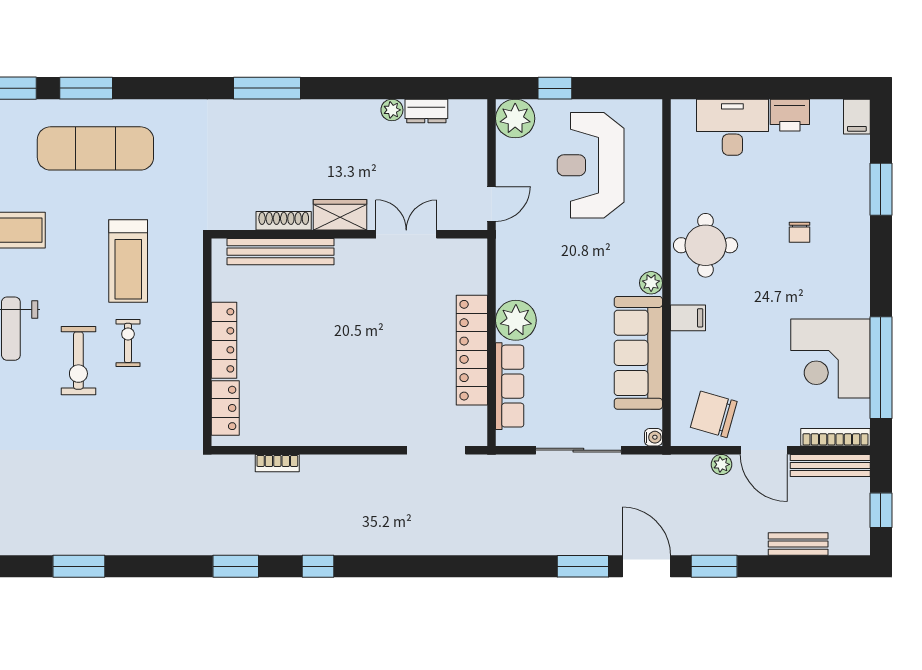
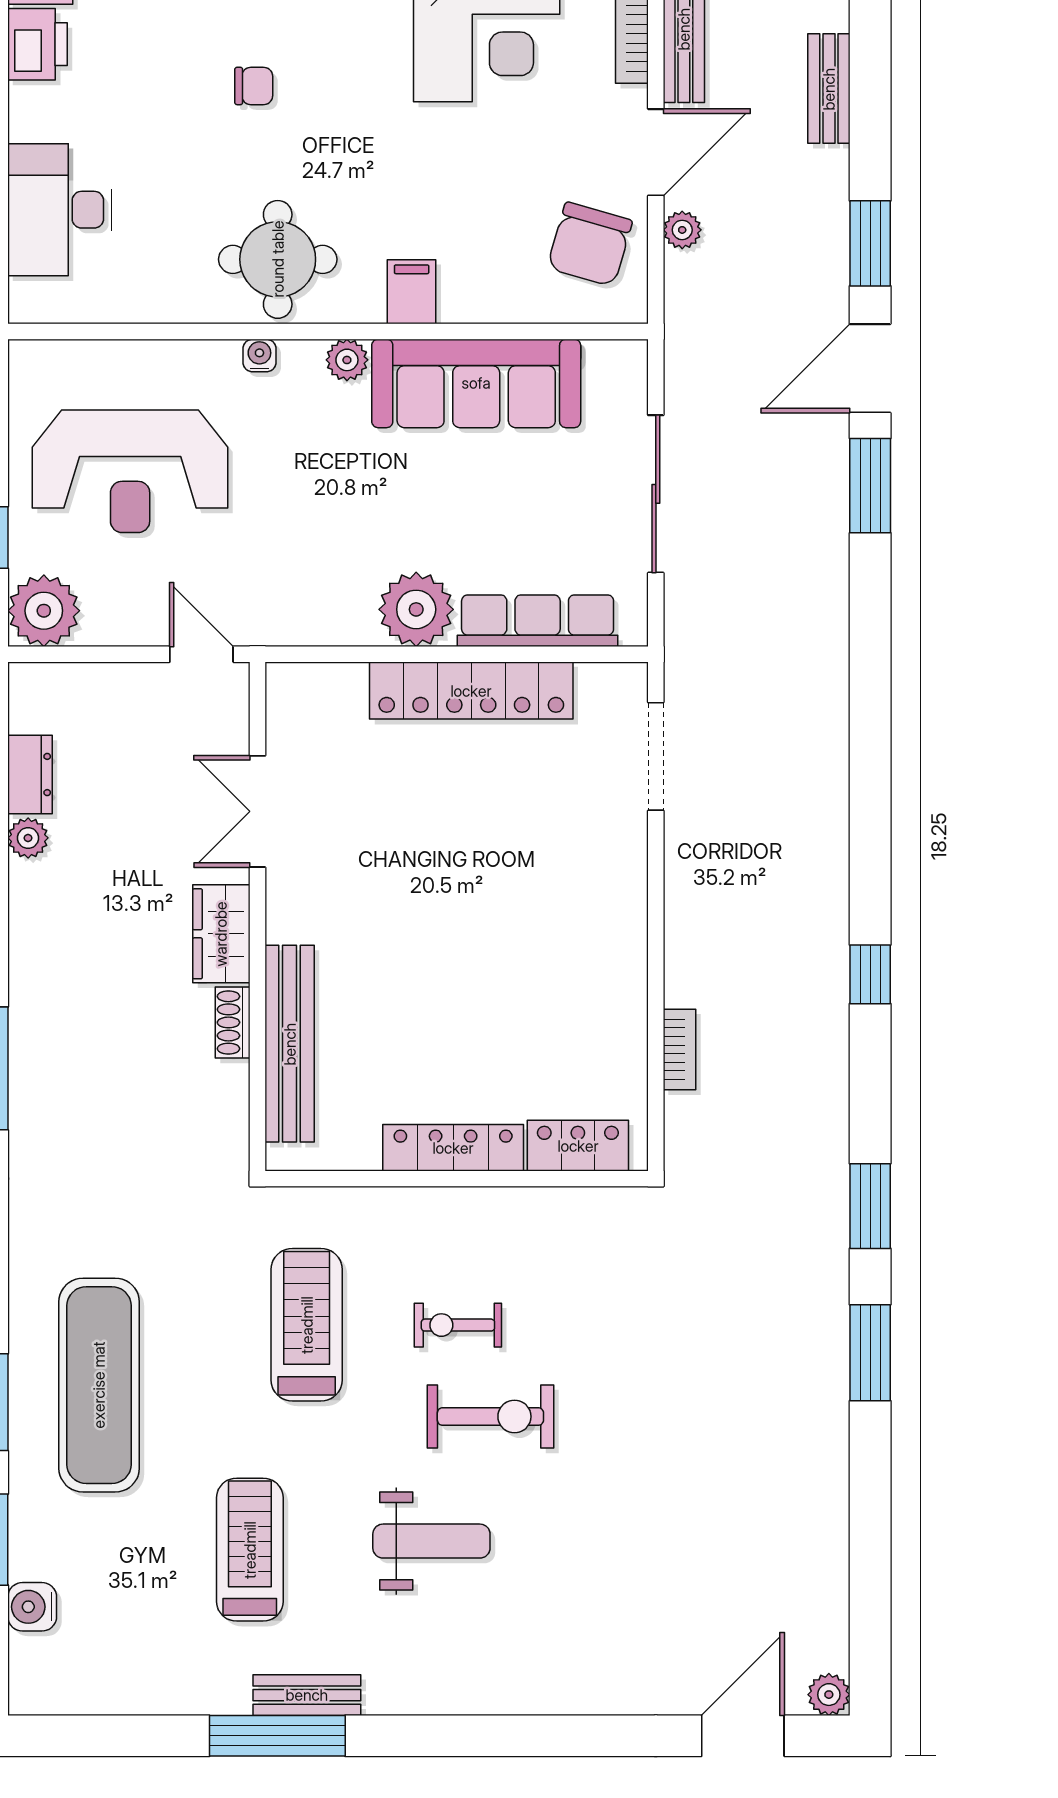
printer: (790, 115) -> (37, 44), moved
shoe rack: (284, 221) -> (233, 1022), width x0.70
treadmill: (128, 261) -> (307, 1325), turned -90
water cooler: (653, 437) -> (259, 355), moved
window: (79, 566) -> (870, 1353), moved
window: (236, 566) -> (870, 1206), moved

